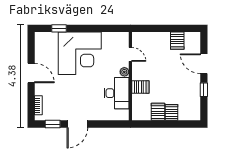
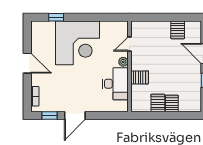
door: (130, 54) -> (129, 44), swing flipped

